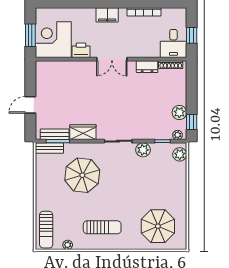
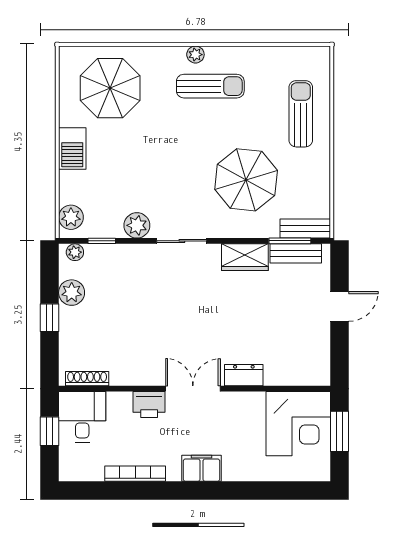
printer: (81, 50) -> (149, 404), moved
dresser: (147, 67) -> (244, 375), moved
window: (192, 122) -> (50, 318), moved
barbecue: (179, 193) -> (72, 149), added
sun lounger: (102, 227) -> (210, 86), turned 180
sun lounger: (46, 230) -> (301, 114), moved
plant: (68, 245) -> (195, 55), moved

